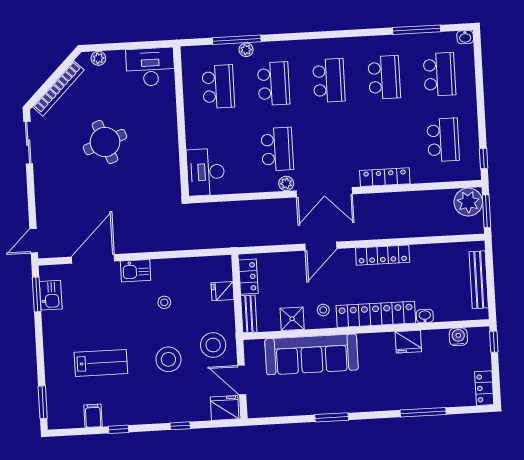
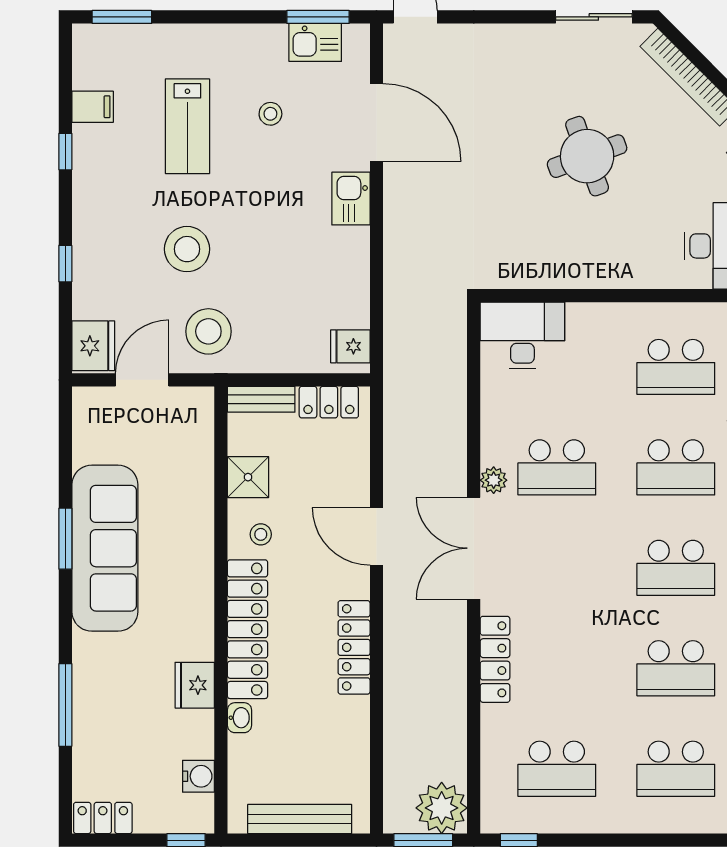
fridge: (222, 291) -> (350, 346), moved, turned -90
stool: (164, 302) -> (270, 114), moved
sofa: (312, 354) -> (105, 548), moved, turned 180

